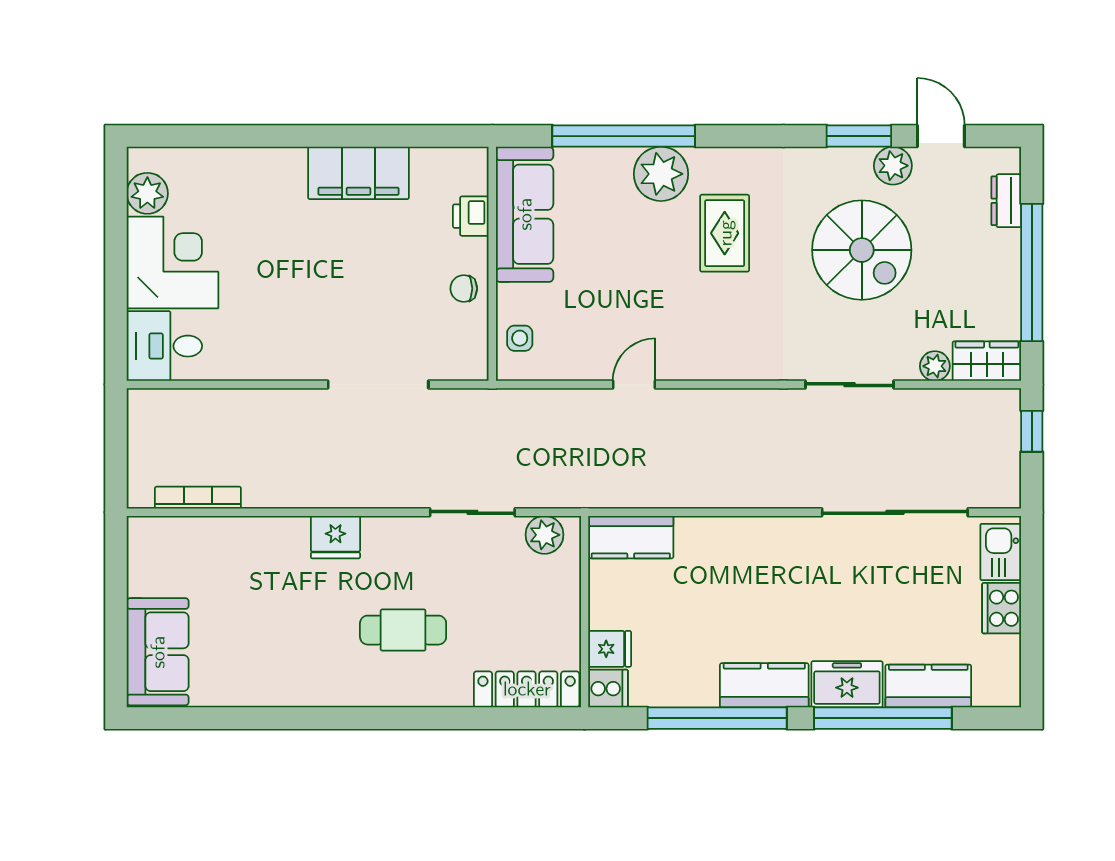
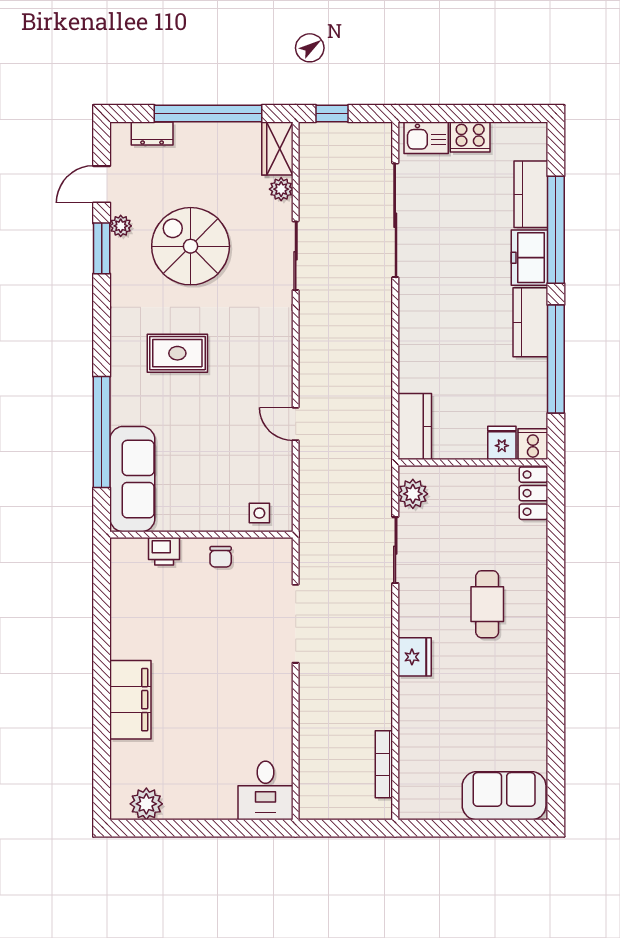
plant: (893, 166) -> (121, 226), width x0.73, depth x0.73
filing cabinet: (358, 173) -> (130, 700), moved
plant: (661, 174) -> (131, 403), removed
sofa: (525, 214) -> (132, 479), moved, turned 90
spiral stairs: (862, 250) -> (191, 246), turned -90
corner desk: (173, 262) -> (200, 784), removed
locker: (527, 689) -> (534, 493), width x0.66

